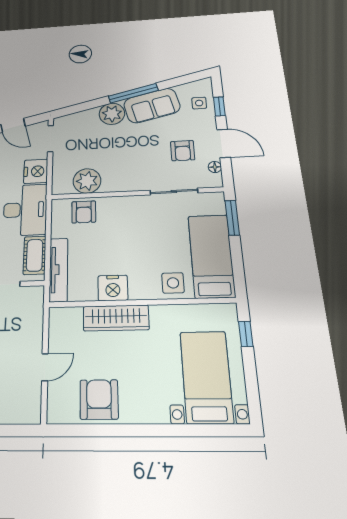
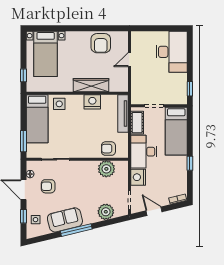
plant: (112, 114) -> (106, 212), moved
armchair: (183, 151) -> (48, 186), turned -90
armchair: (84, 212) -> (108, 149), turned -90

